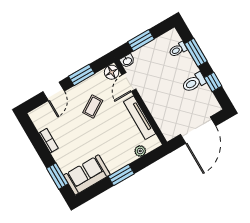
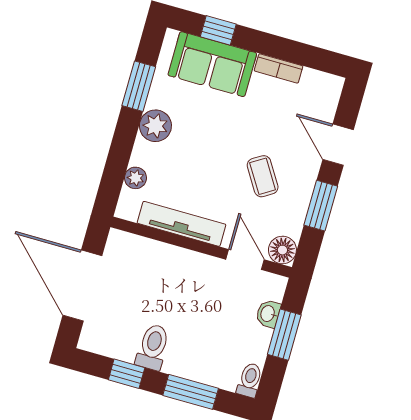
toilet: (178, 50) -> (250, 380), moved
washbasin: (127, 61) -> (268, 314), moved
plant: (114, 163) -> (155, 126), added
sofa: (87, 175) -> (212, 64), moved, turned 90
window: (121, 175) -> (139, 86), moved
window: (57, 176) -> (218, 30), width x0.67

